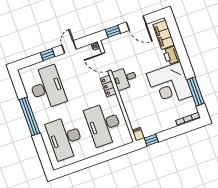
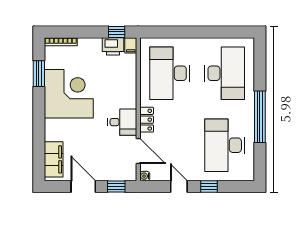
door: (69, 47) -> (179, 186), swing flipped
printer: (171, 55) -> (113, 46), moved, turned 90
window: (196, 91) -> (39, 74), width x0.69
desk: (104, 124) -> (170, 73), turned 180

